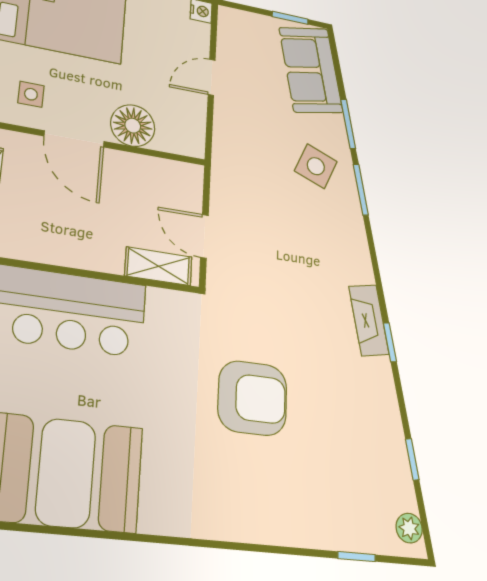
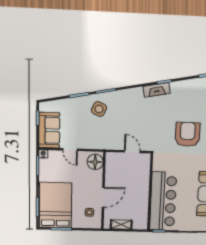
sofa: (311, 70) -> (49, 130), moved, turned -79
floor lamp: (133, 126) -> (95, 162), moved
door: (204, 236) -> (132, 152), swing flipped
shelving: (158, 266) -> (145, 167), removed

